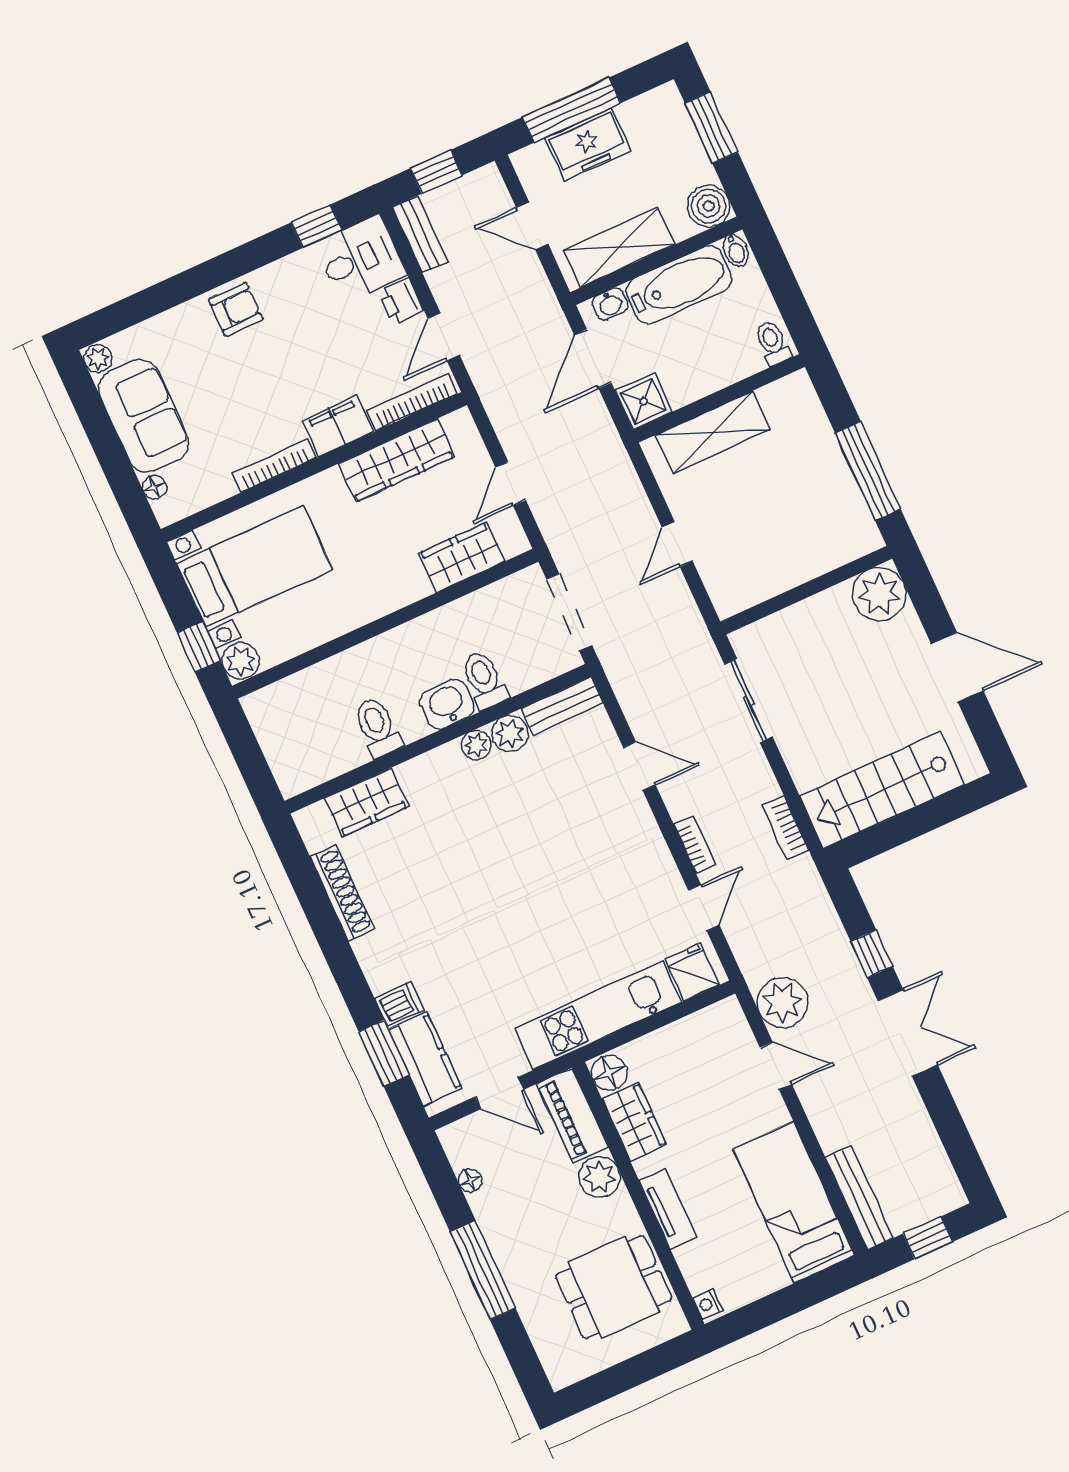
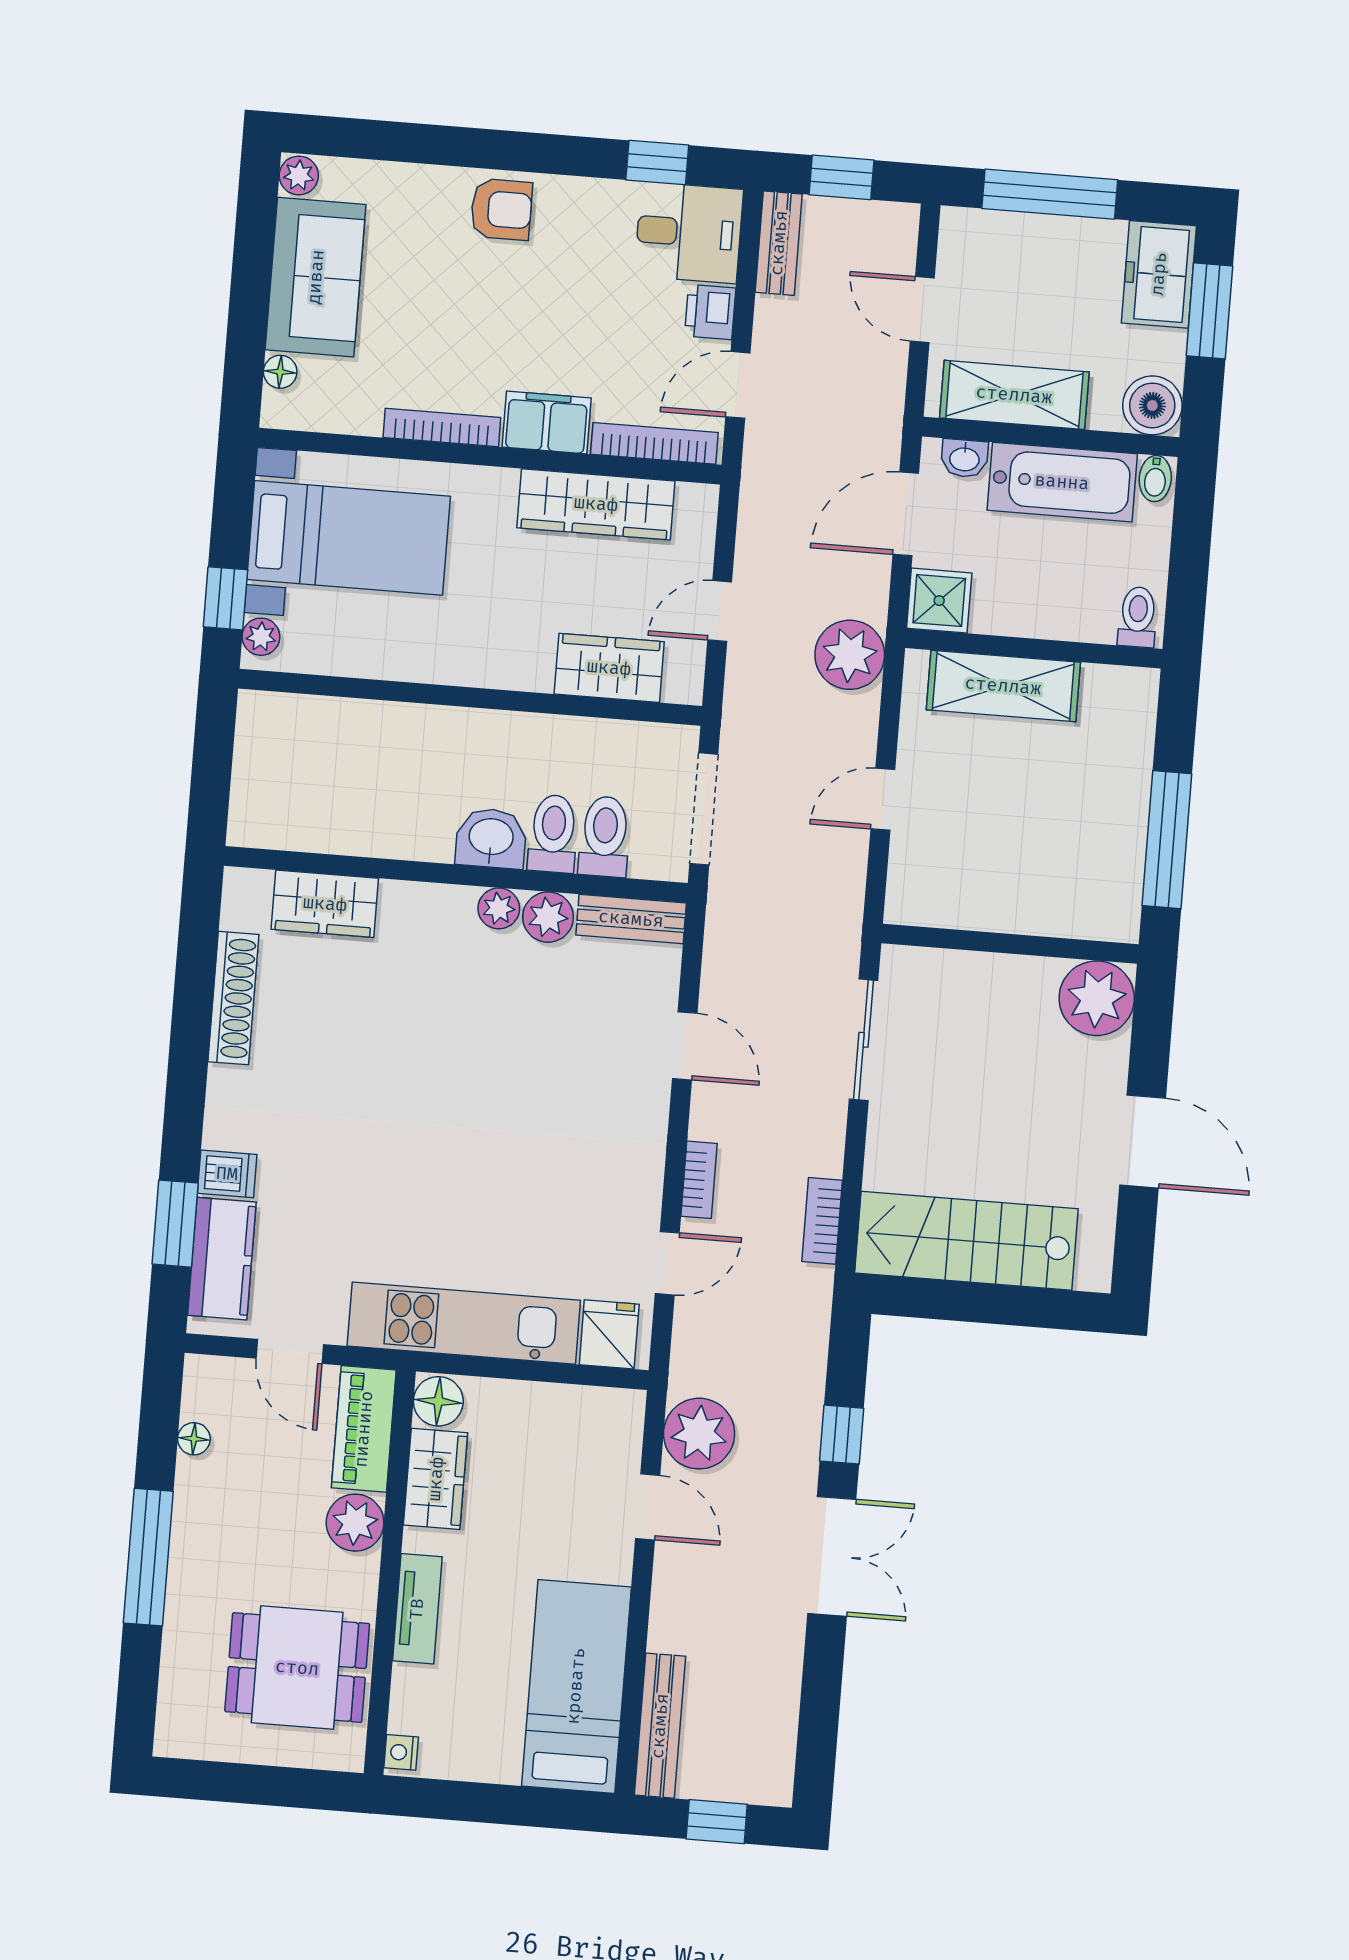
freezer: (588, 144) -> (1159, 274), moved, turned 90
plant: (607, 466) -> (850, 655), added
plant: (241, 661) -> (261, 637), width x0.73, depth x0.73
toilet: (378, 727) -> (605, 836), moved

